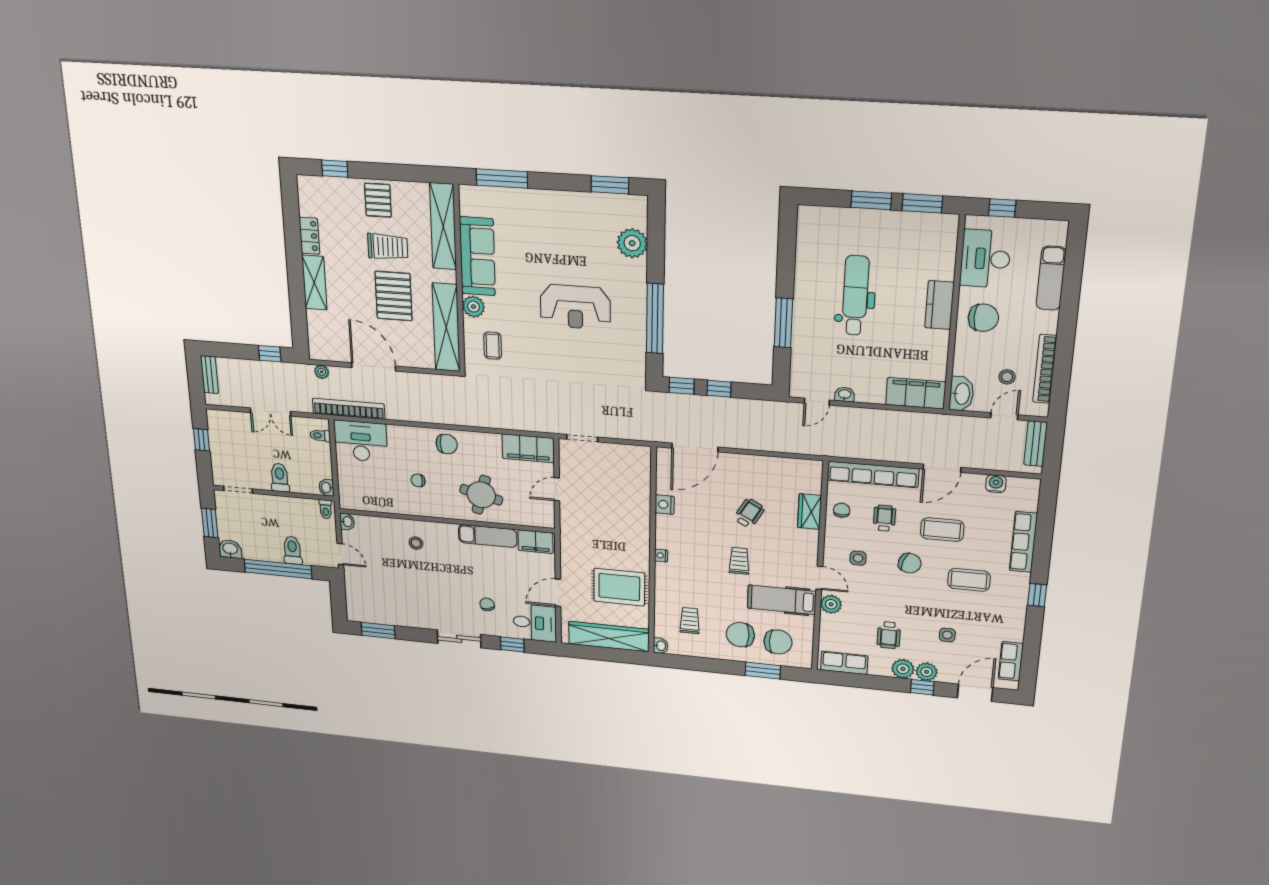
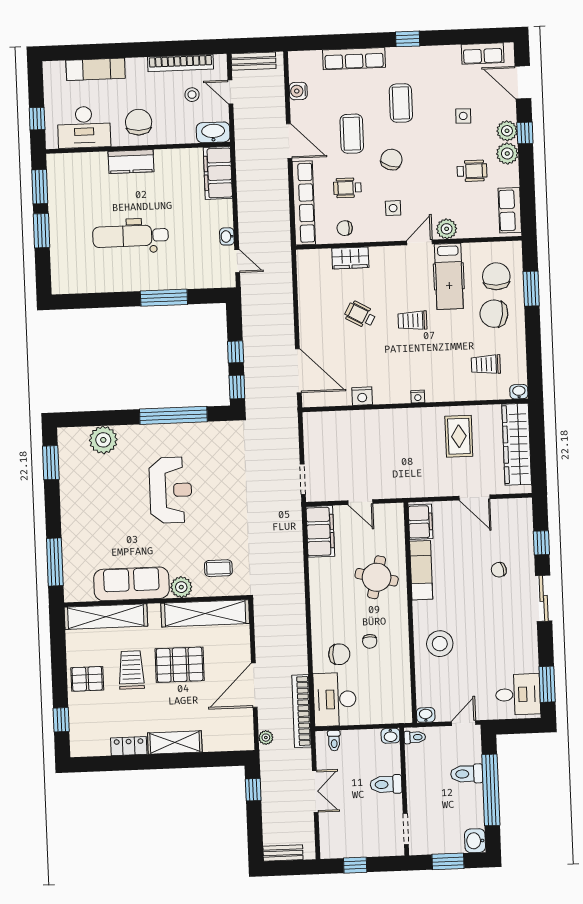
chair: (447, 444) -> (339, 654), moved, turned 90
stool: (416, 543) -> (440, 644), width x1.89, depth x1.89
rug: (619, 587) -> (459, 436), width x0.73, depth x0.70
desk: (535, 623) -> (518, 694), moved, turned 90
chair: (740, 635) -> (494, 314), turned 98

